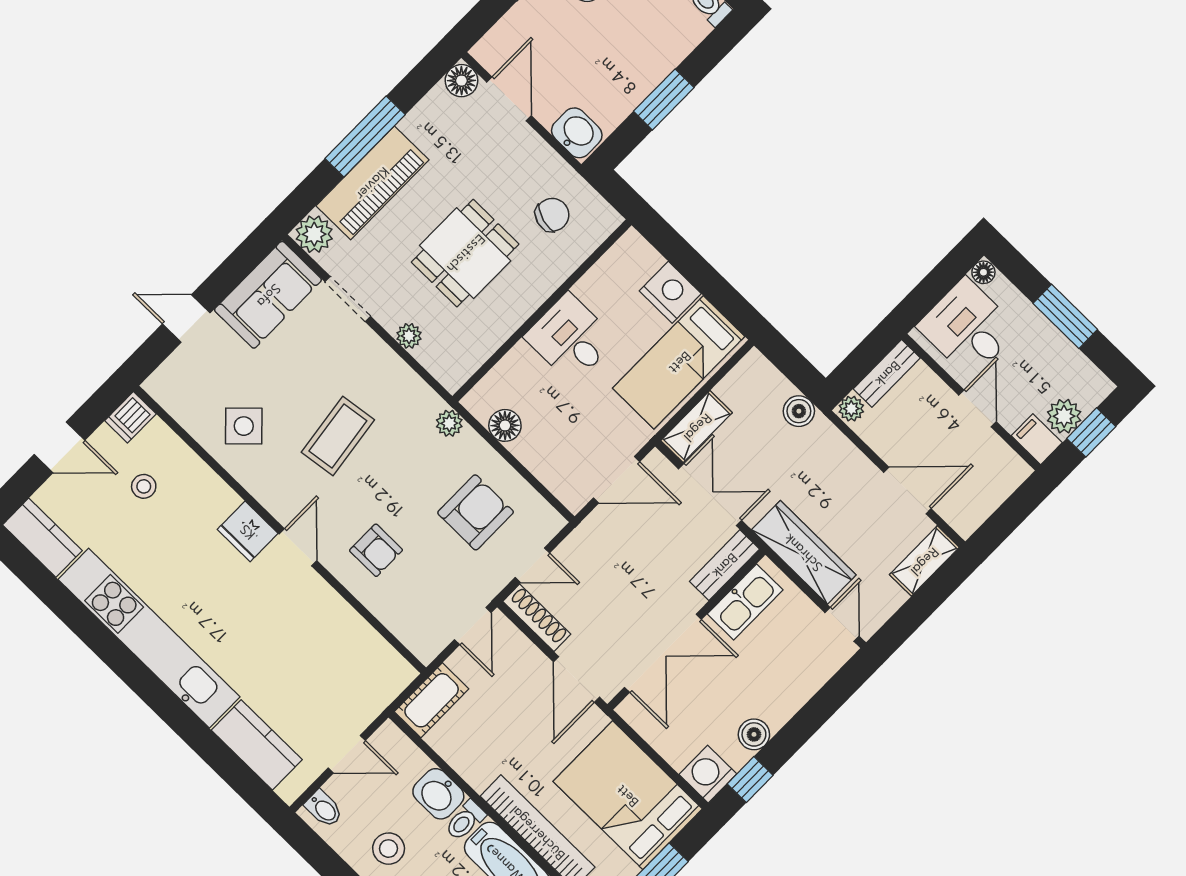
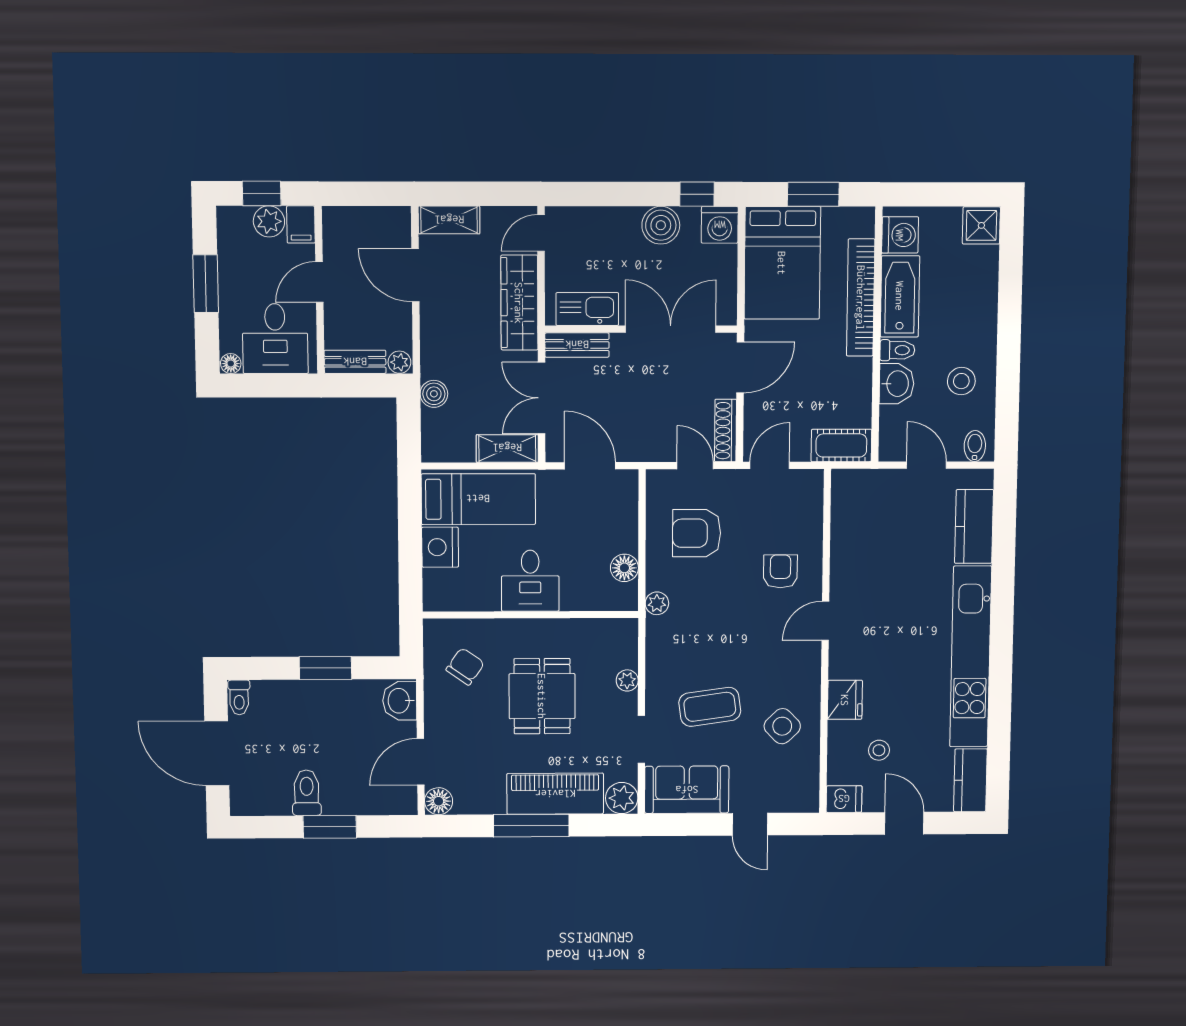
chair: (552, 215) -> (465, 666), turned 109
dining table: (465, 253) -> (542, 696), turned 90
coffee table: (338, 436) -> (710, 707), moved
fridge: (248, 531) -> (845, 700), moved
boiler: (754, 734) -> (661, 225), width x1.36, depth x1.36

